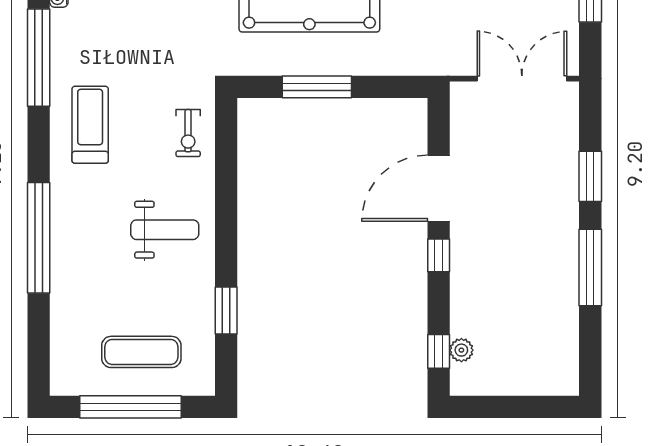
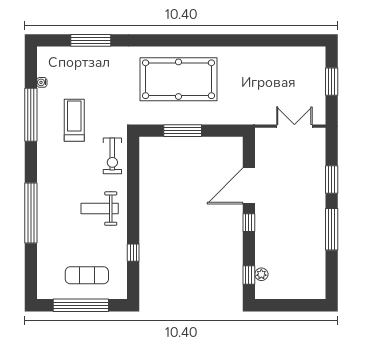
double door: (522, 79) -> (294, 126), width x0.73
treadmill: (90, 125) -> (74, 120), moved
exercise bike: (188, 133) -> (112, 156), width x1.38, depth x1.39
weight bench: (165, 230) -> (100, 209), turned 180
window: (226, 311) -> (133, 253), width x0.67

